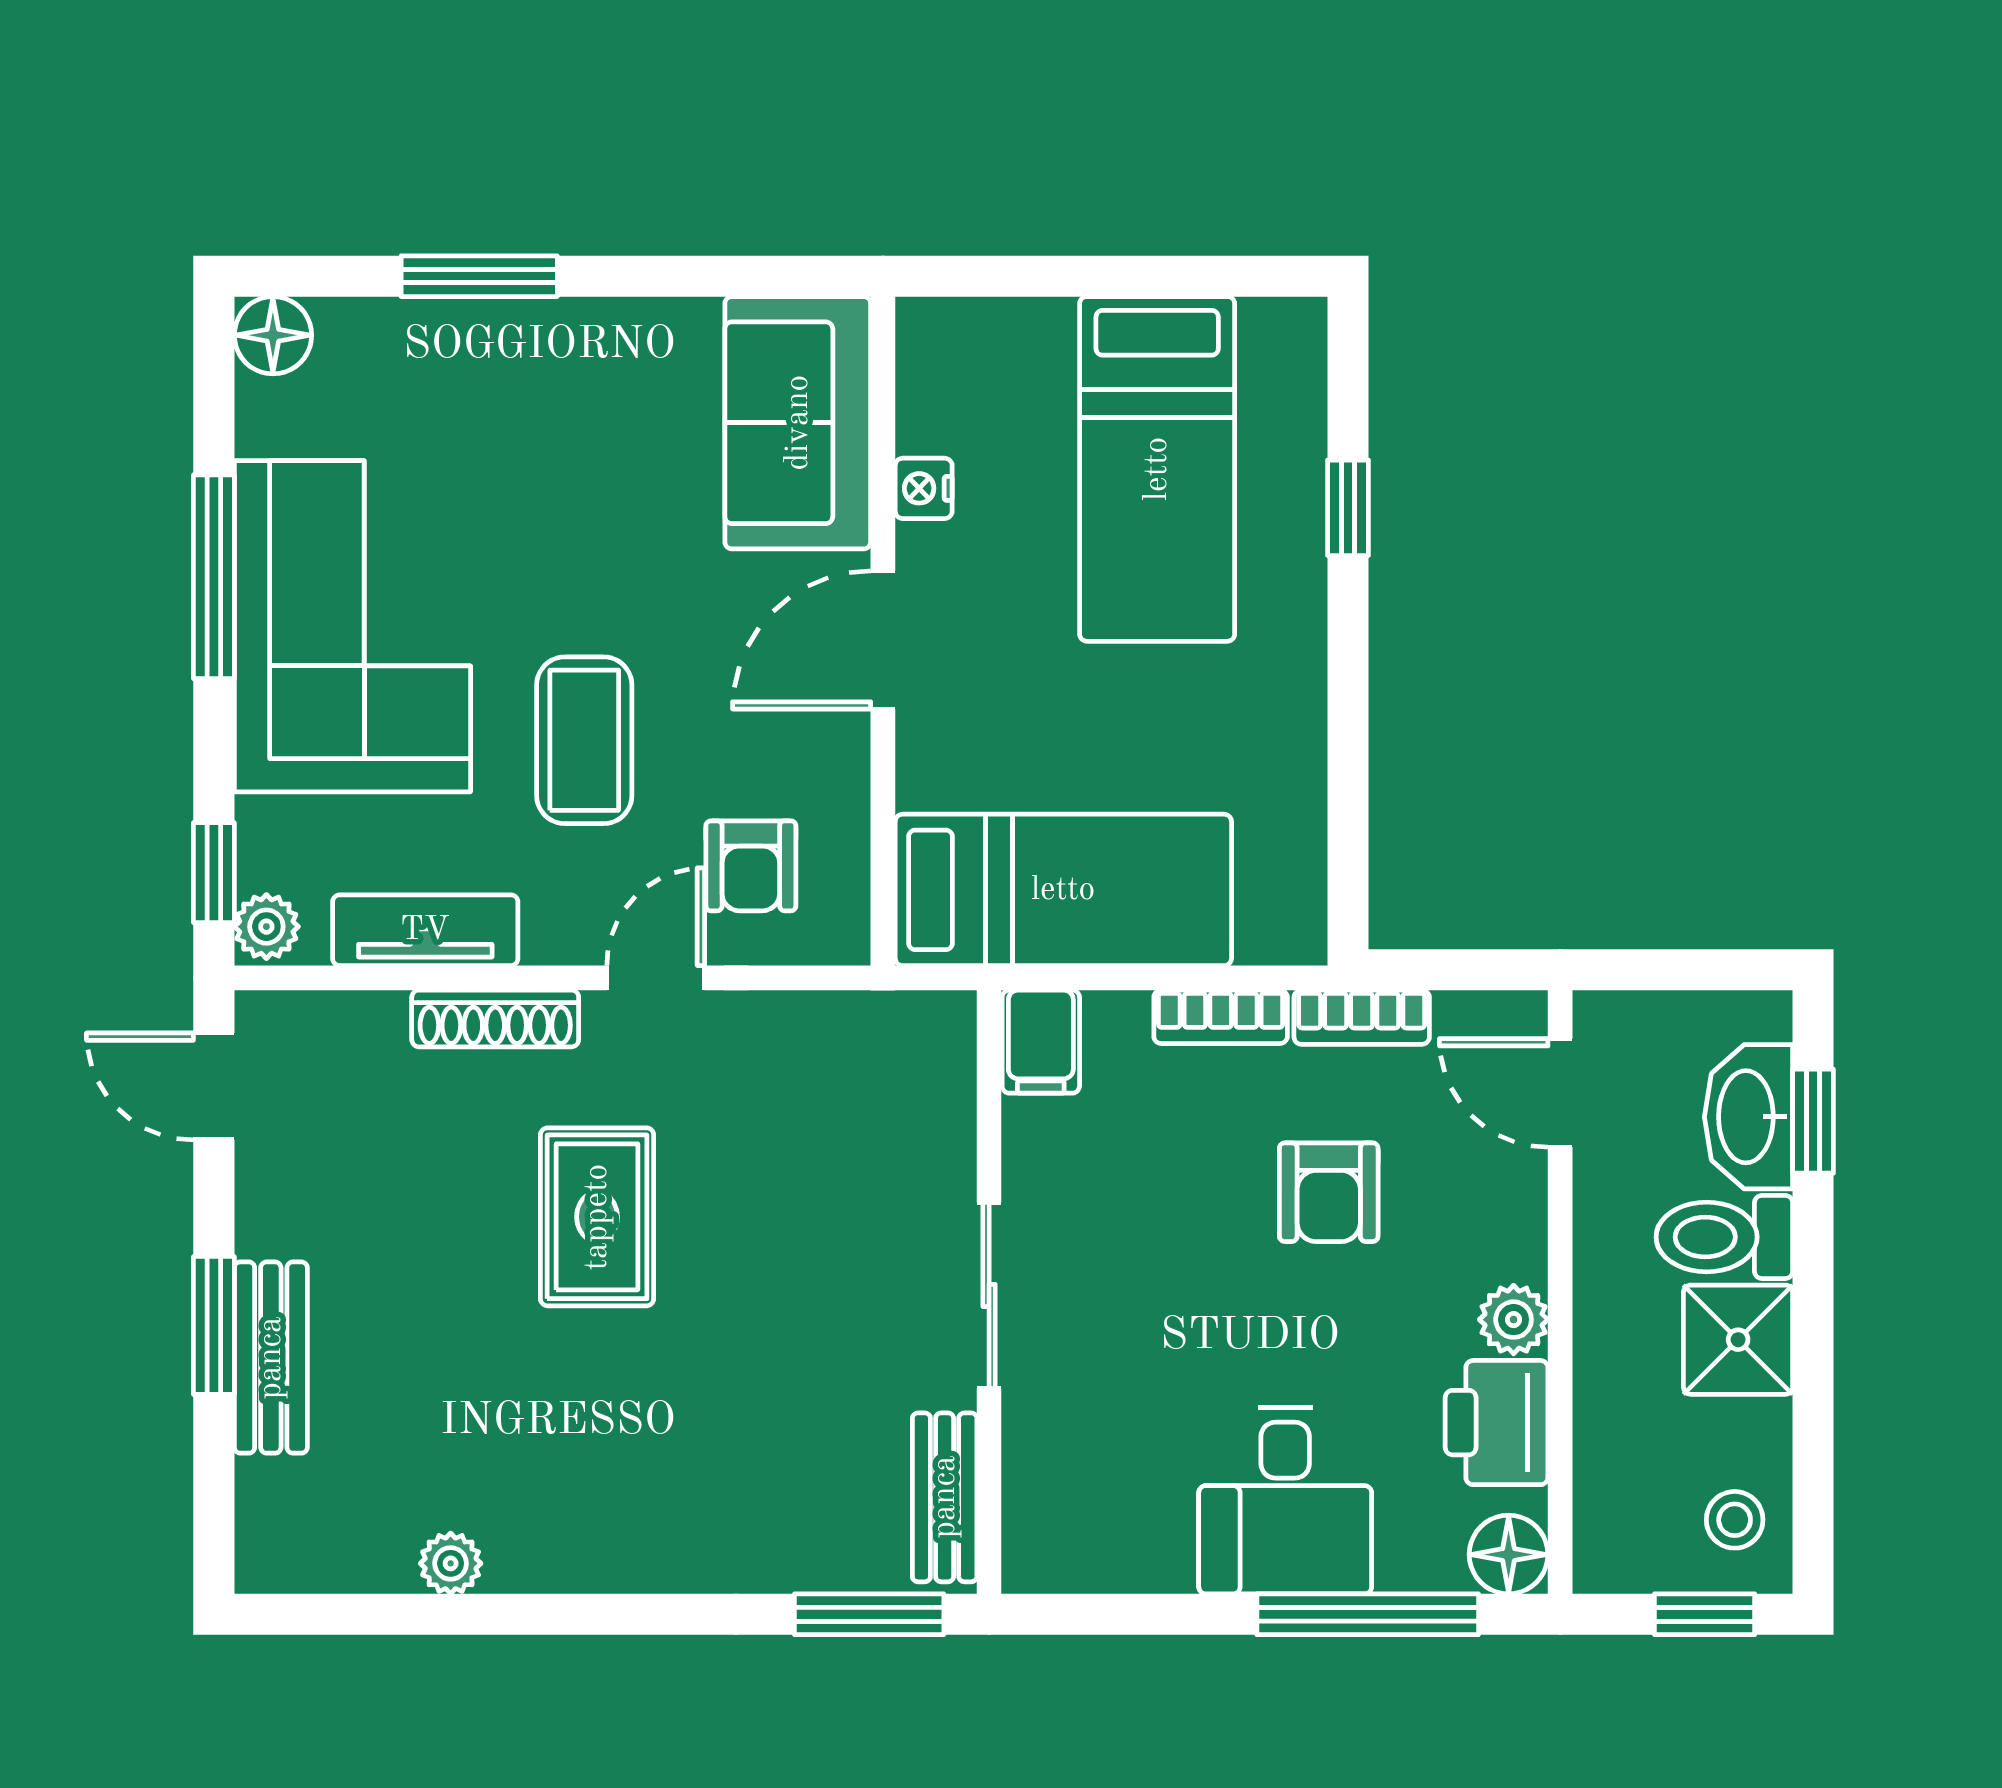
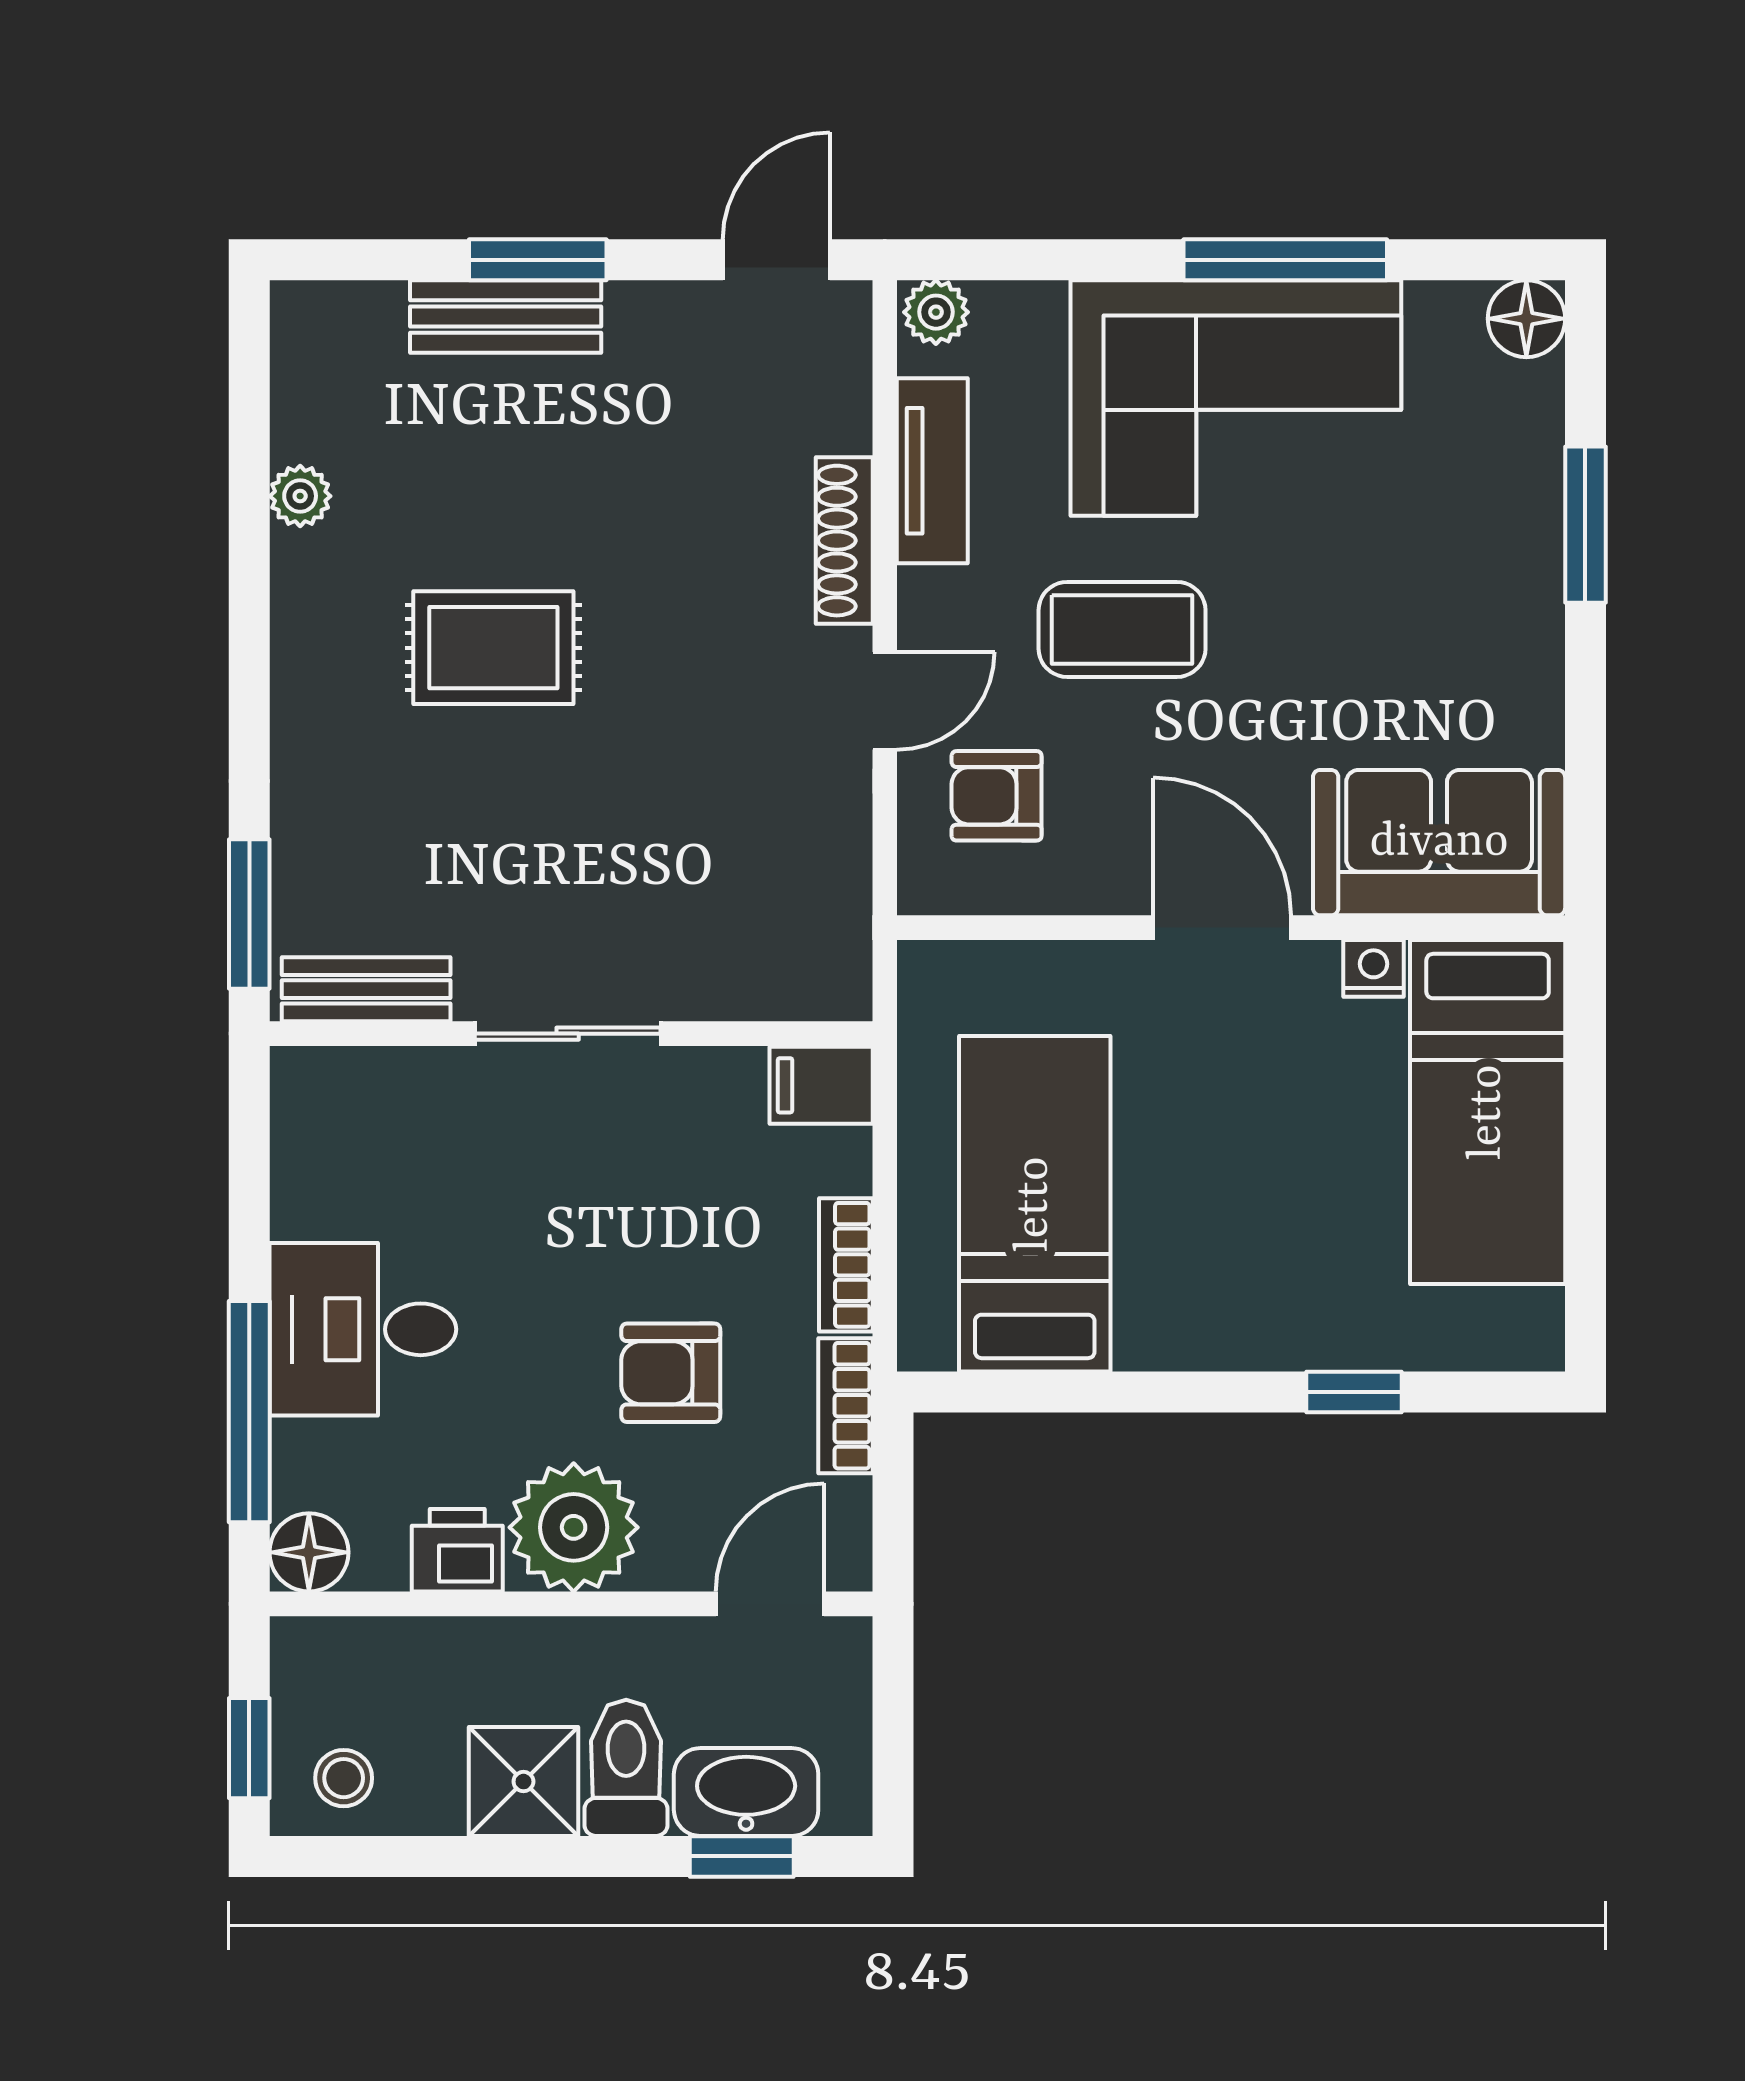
bed: (1157, 469) -> (1488, 1112), moved, turned -90
window: (214, 873) -> (990, 260), removed
bed: (1063, 890) -> (1035, 1204), moved, turned 180
door: (656, 978) -> (885, 701), hinge flipped
rug: (597, 1217) -> (493, 648), moved
plant: (1514, 1320) -> (574, 1527), width x1.87, depth x1.87
printer: (1497, 1423) -> (457, 1550), width x0.73, depth x0.81

